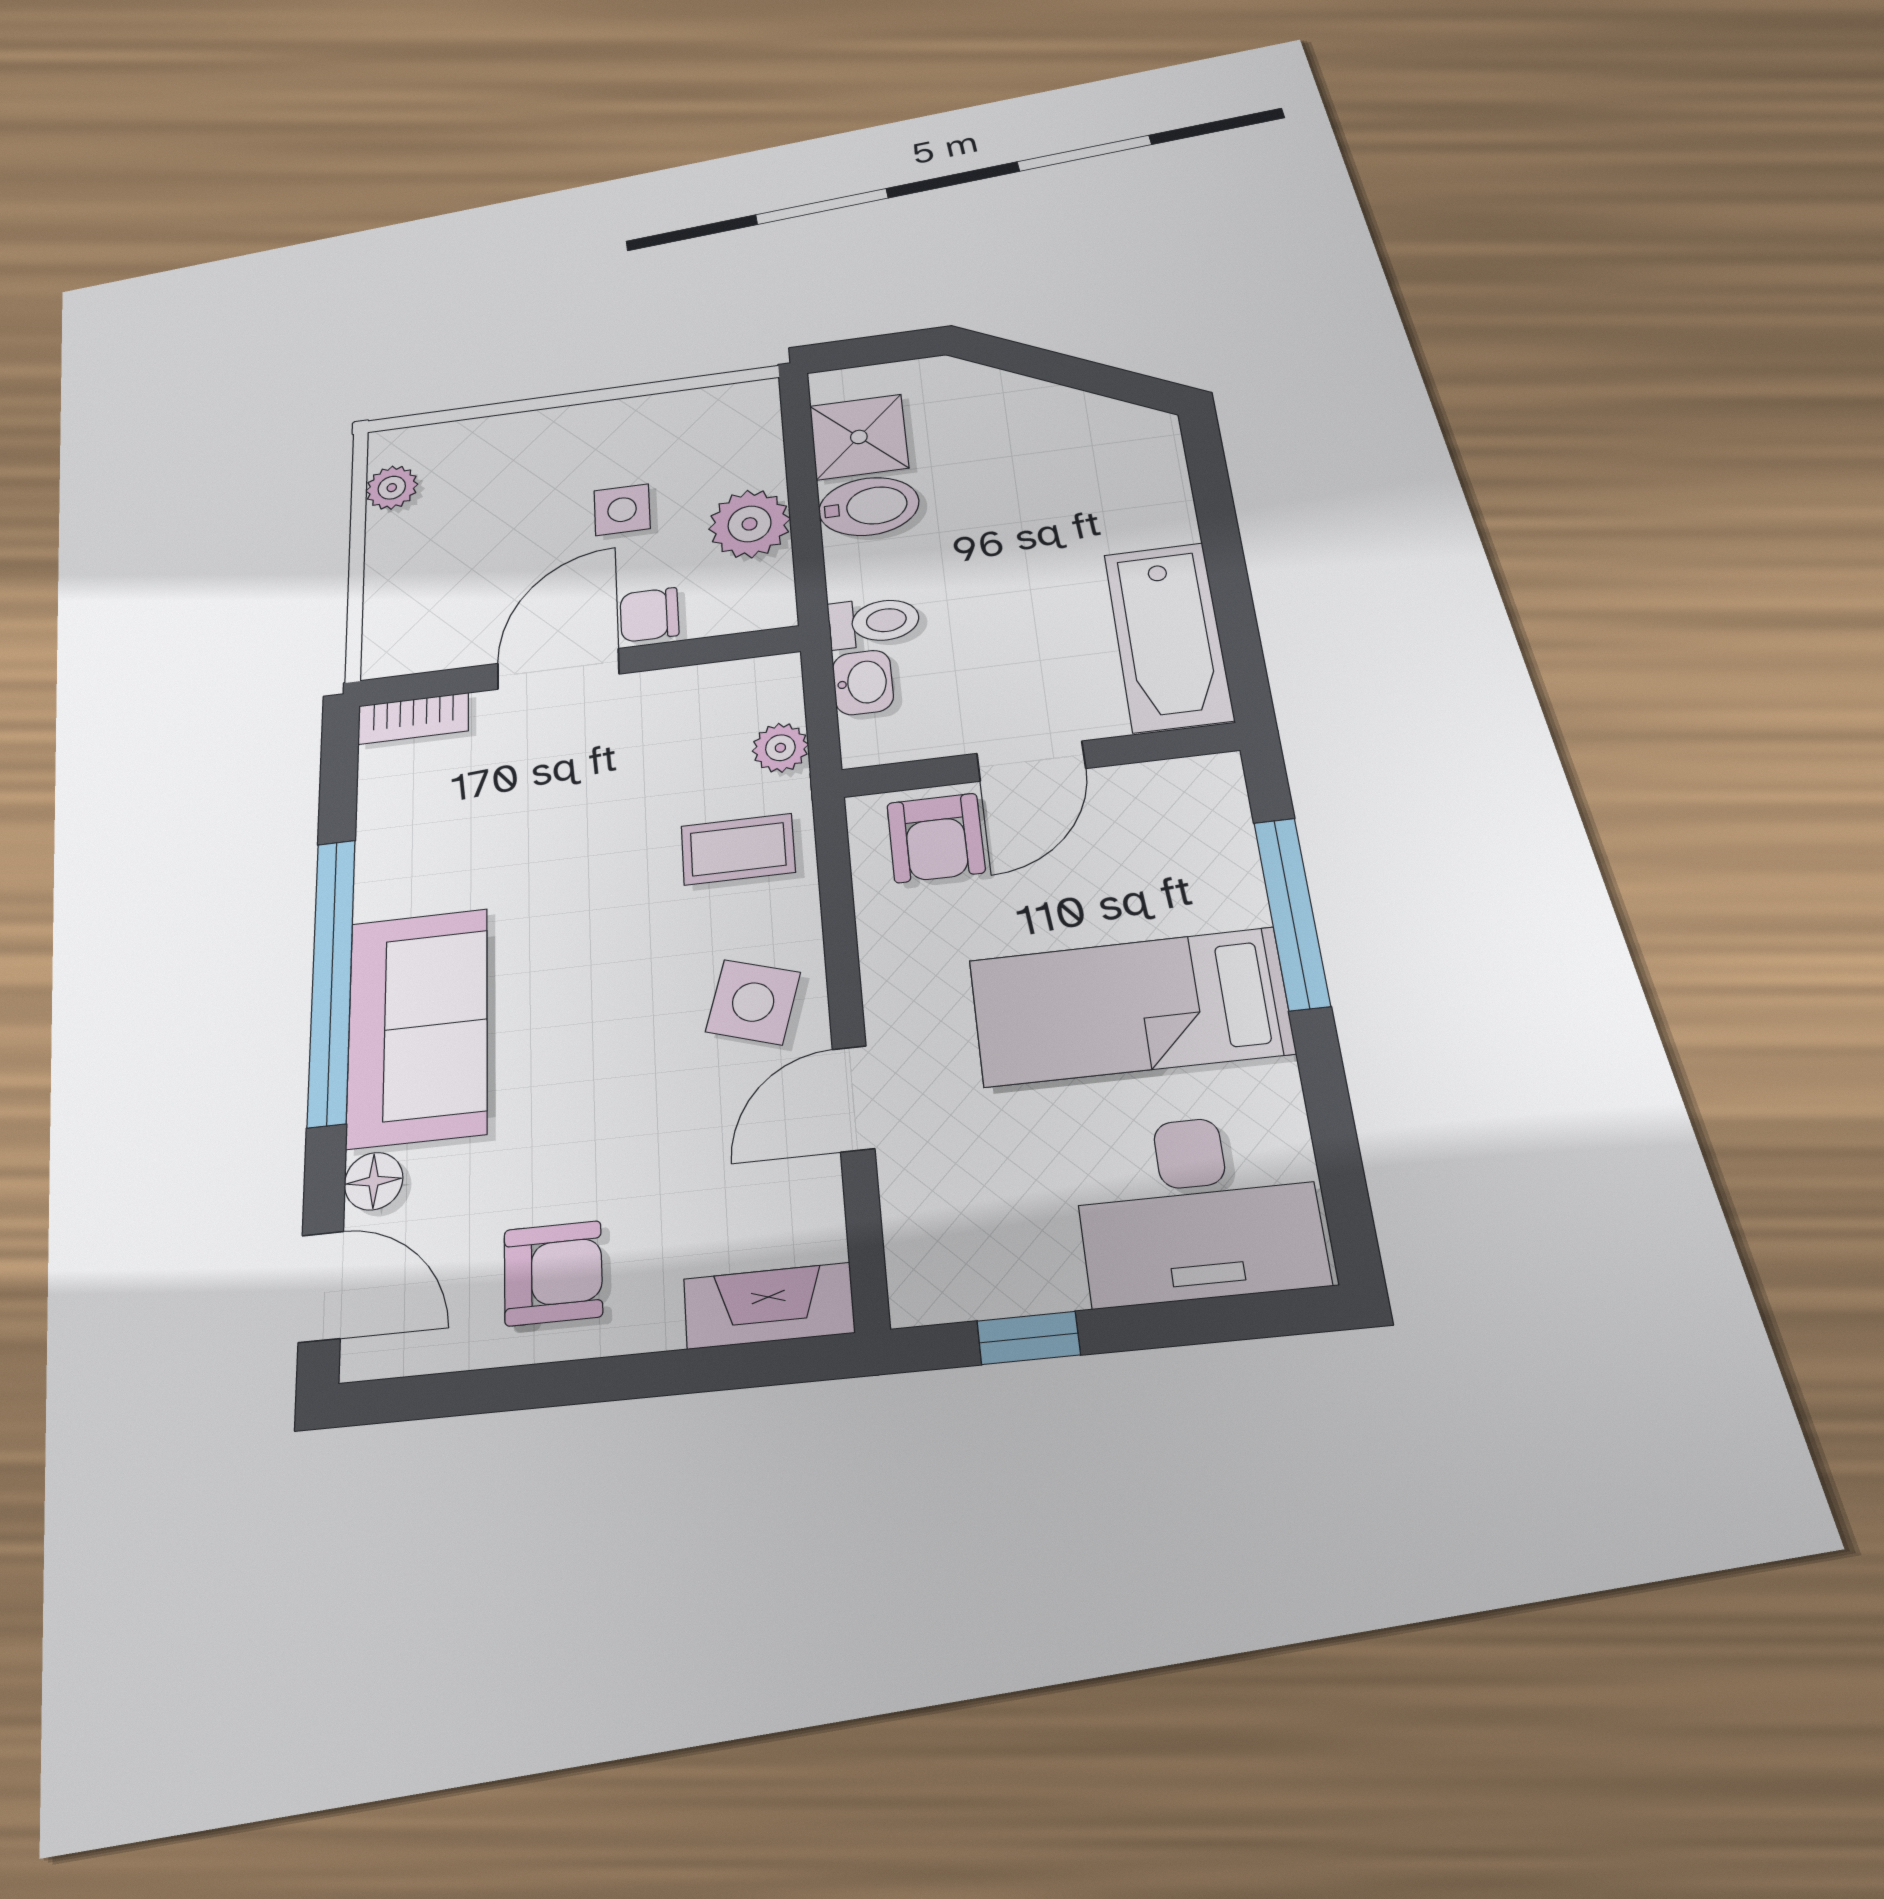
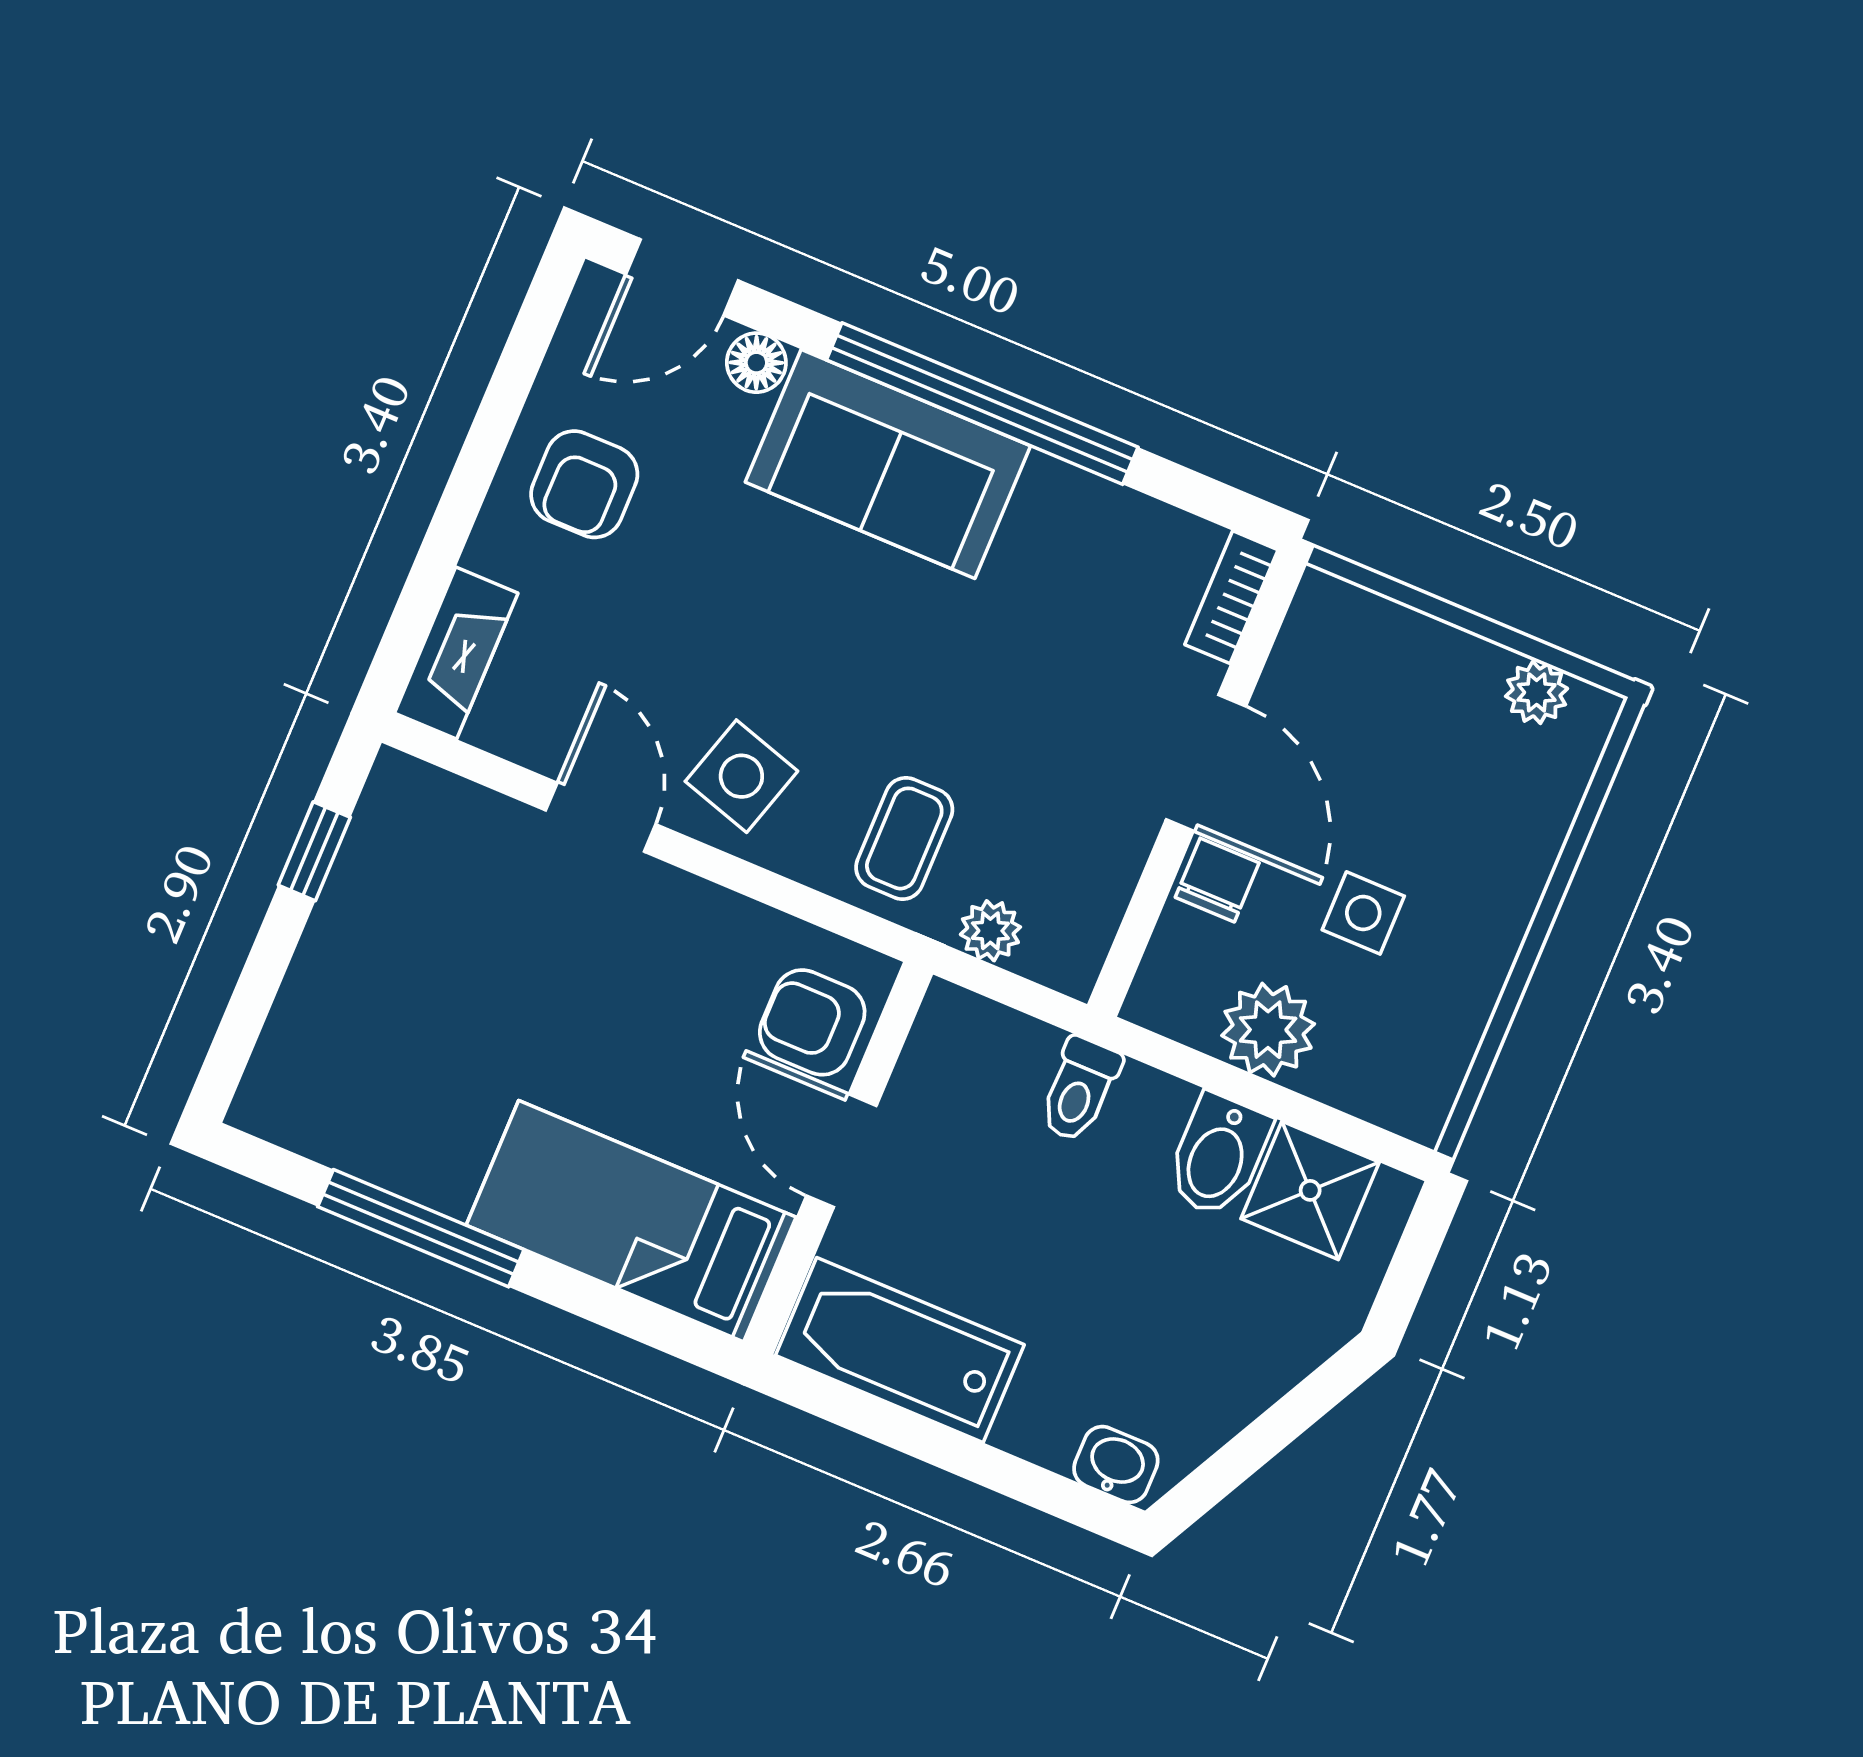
washbasin: (863, 682) -> (1116, 1465), moved, turned 180
window: (1292, 913) -> (421, 1228), moved
bed: (1130, 1007) -> (631, 1221), moved, turned -90
desk: (1198, 1208) -> (346, 1050), removed

